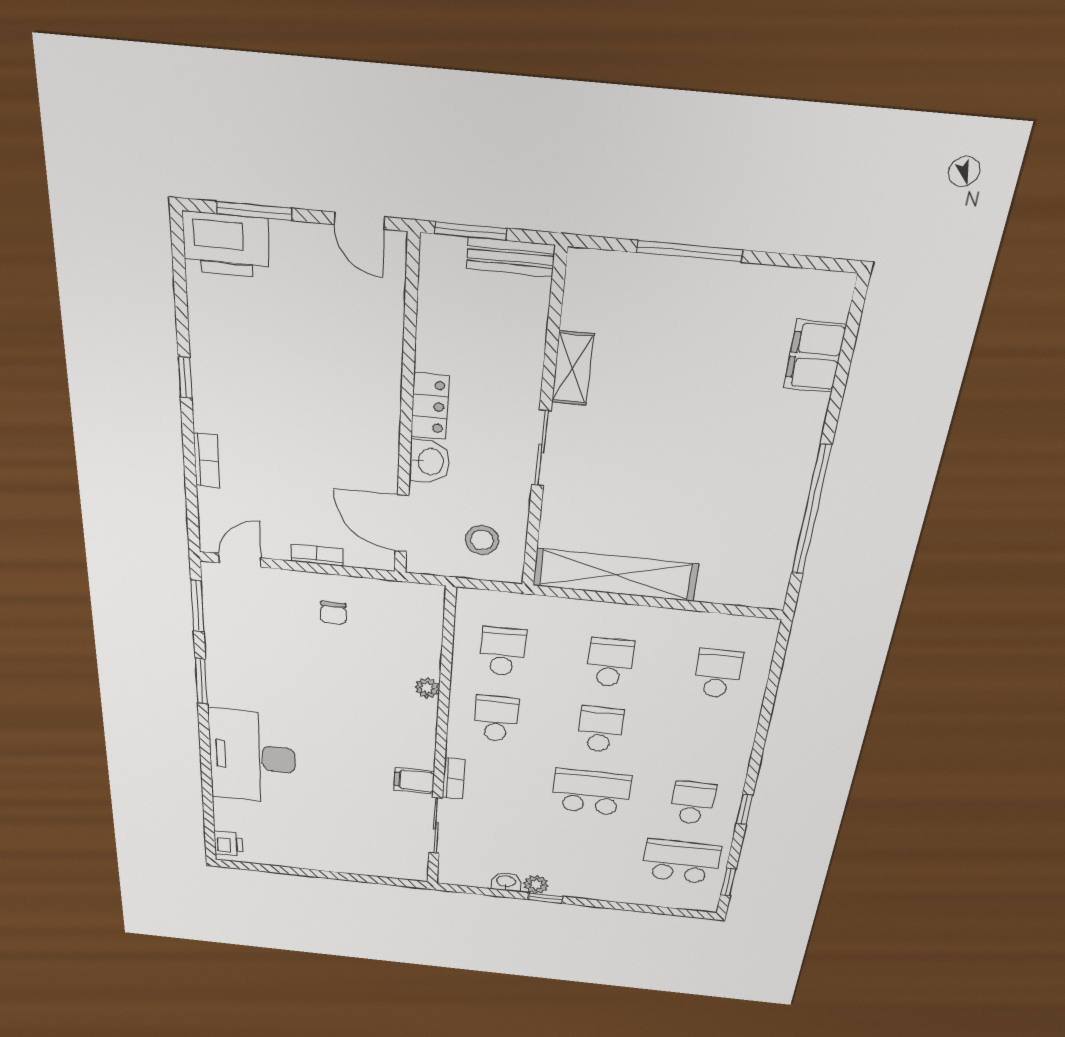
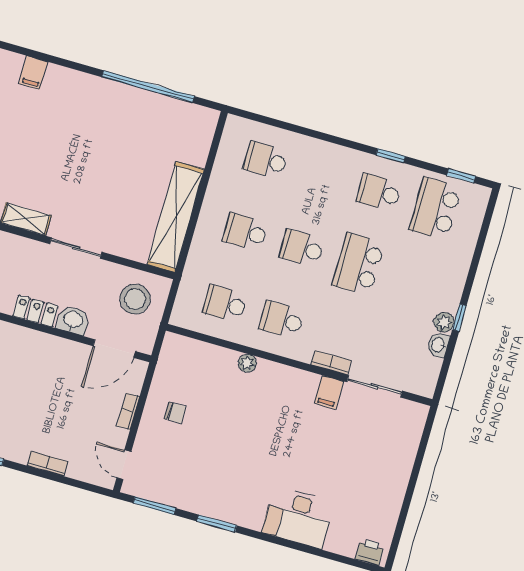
filing cabinet: (815, 356) -> (33, 73), width x0.50
stool: (482, 540) -> (135, 299), width x1.38, depth x1.38
desk: (252, 757) -> (298, 517), width x0.73, depth x0.77

